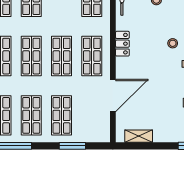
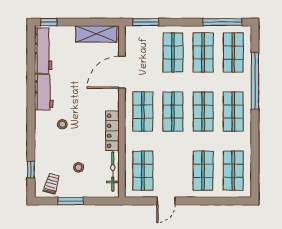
locker: (122, 44) -> (112, 131), width x1.53
shelving: (139, 136) -> (96, 34), width x1.50, depth x1.33
window: (72, 146) -> (146, 22), moved

